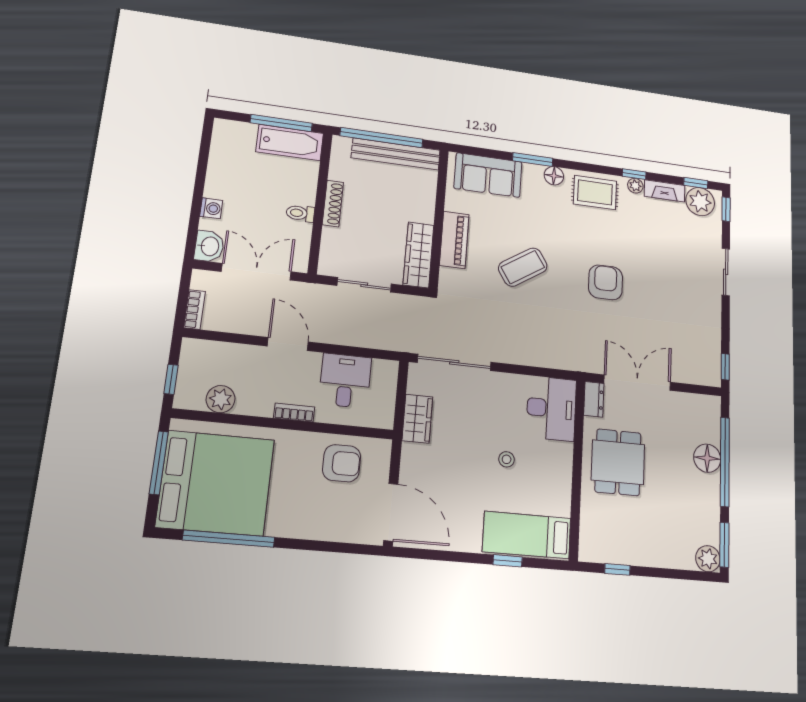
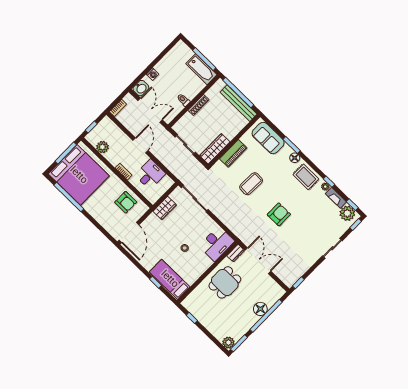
coffee table: (523, 267) -> (251, 184), turned -55

